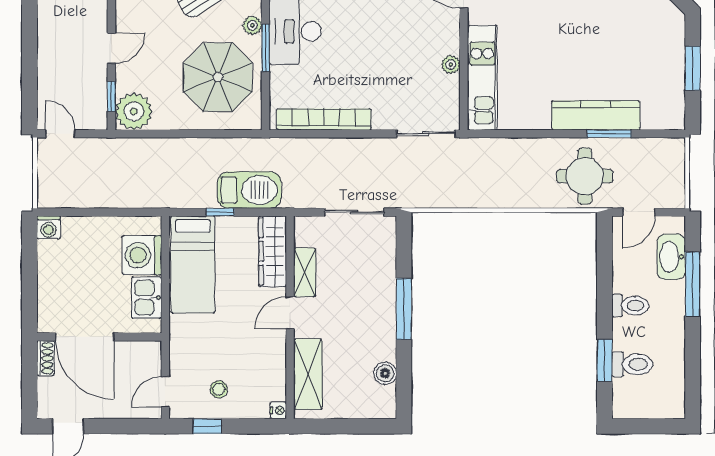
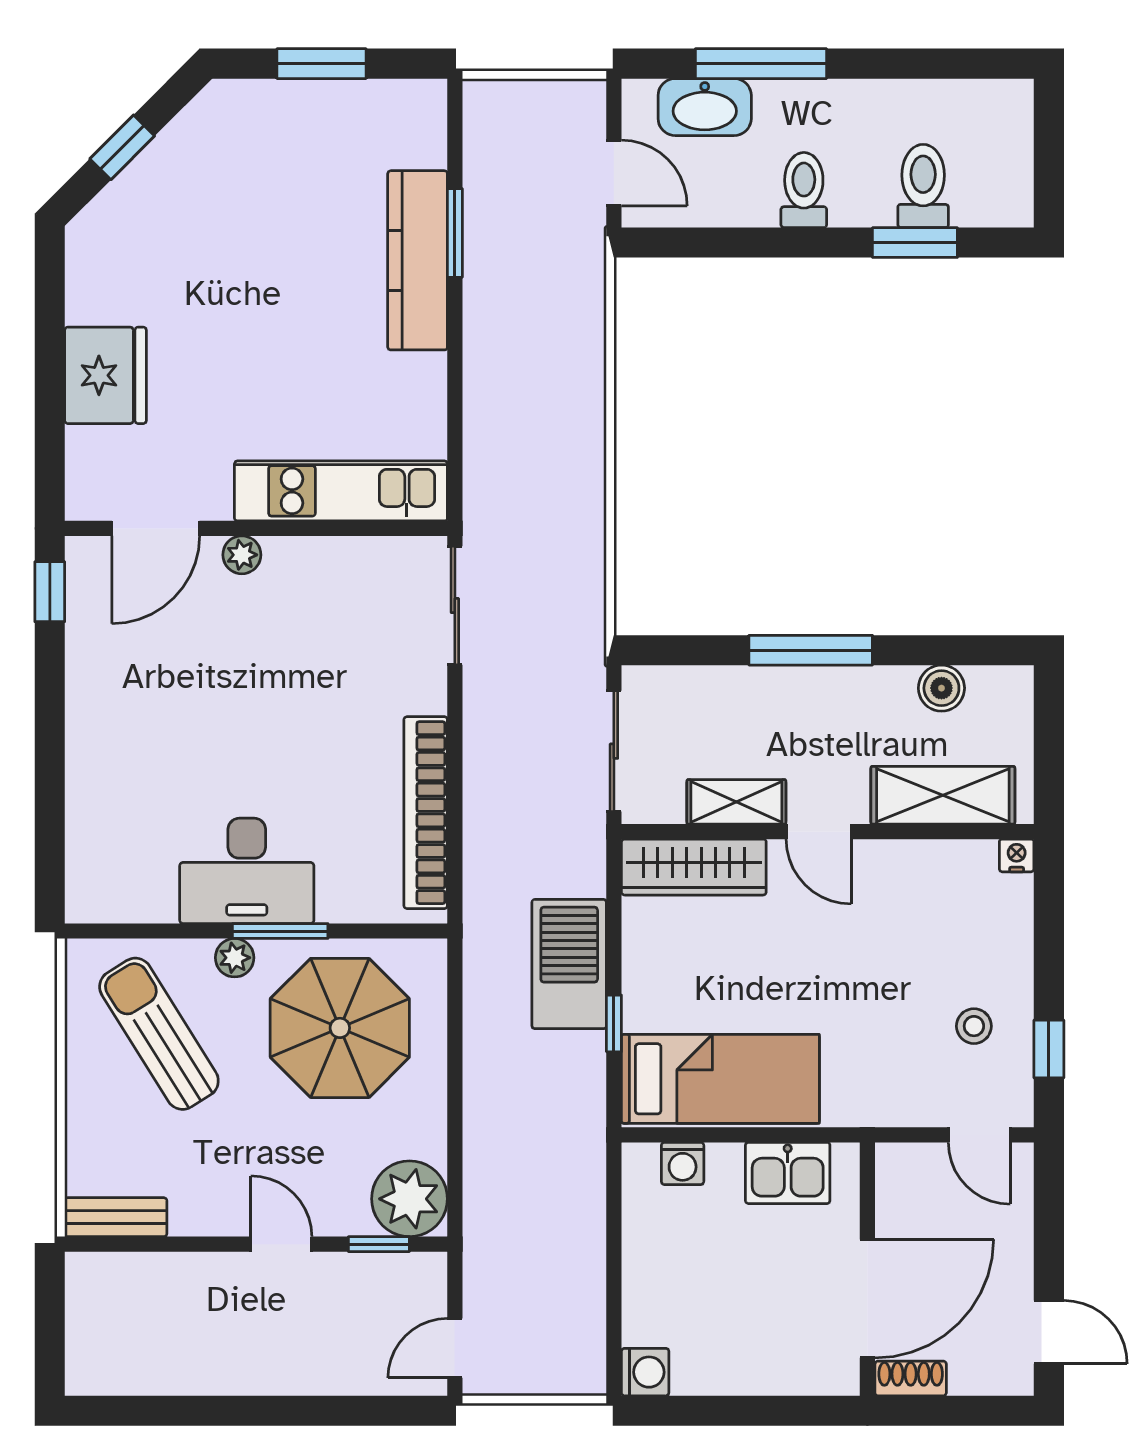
plant: (451, 65) -> (242, 555), moved
round table: (585, 176) -> (541, 283), removed
wardrobe: (273, 251) -> (694, 867), moved
washing machine: (142, 255) -> (683, 1163), width x0.53, depth x0.53
shelving: (305, 272) -> (736, 802), moved
door: (290, 313) -> (819, 832), moved
wall: (290, 317) -> (828, 832), moved
shelving: (308, 374) -> (943, 795), moved
nightstand: (278, 410) -> (1017, 855), moved

